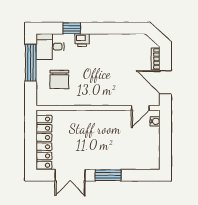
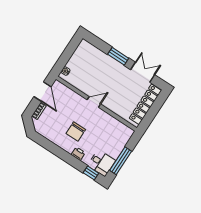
window: (72, 28) -> (91, 173), moved
chair: (59, 79) -> (76, 131), moved, turned 180
door: (140, 108) -> (94, 102), moved

